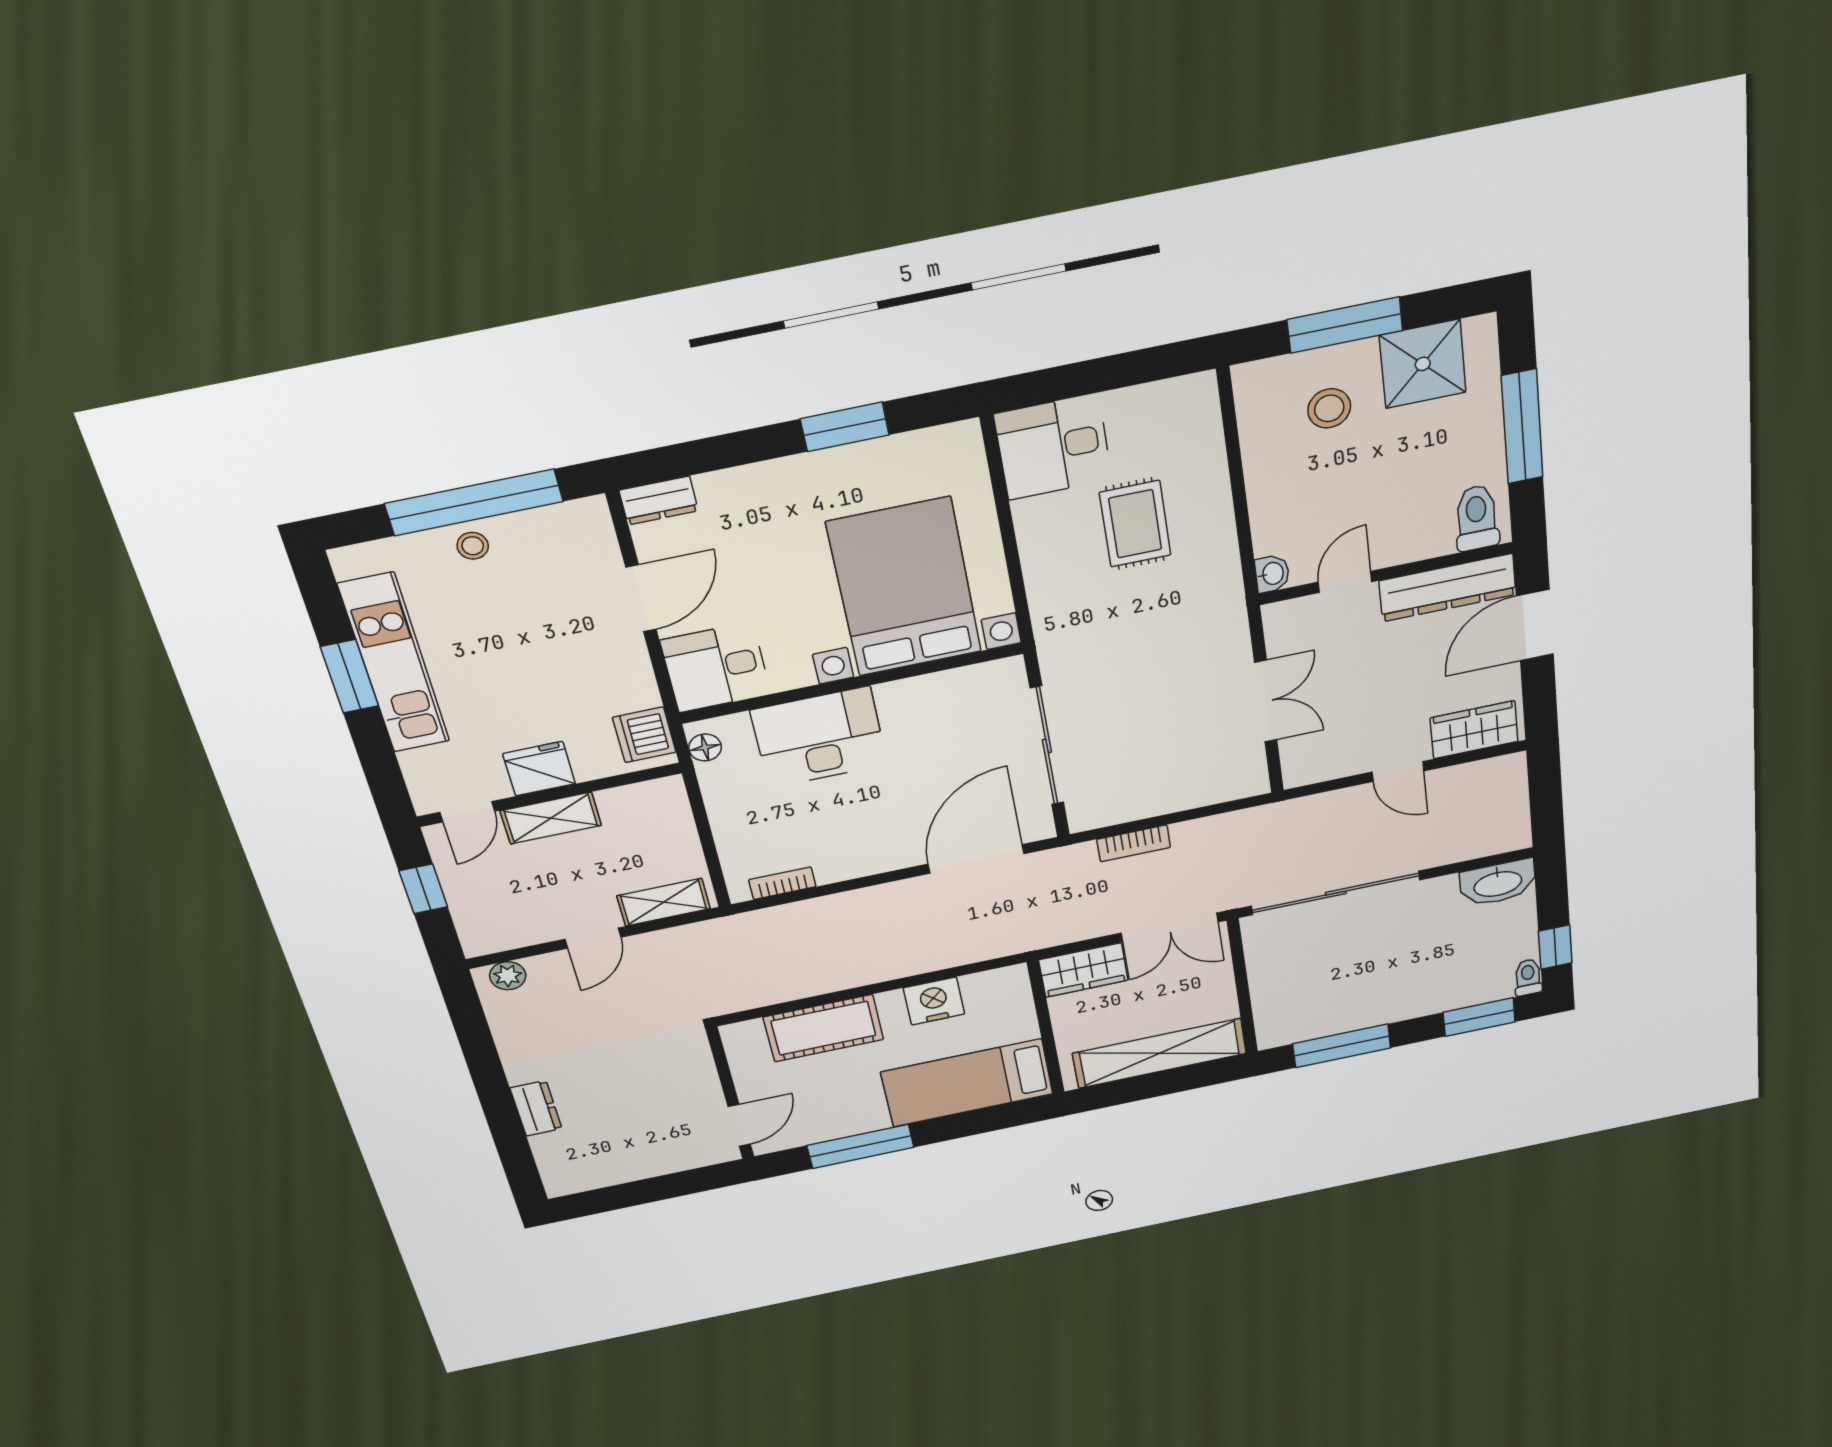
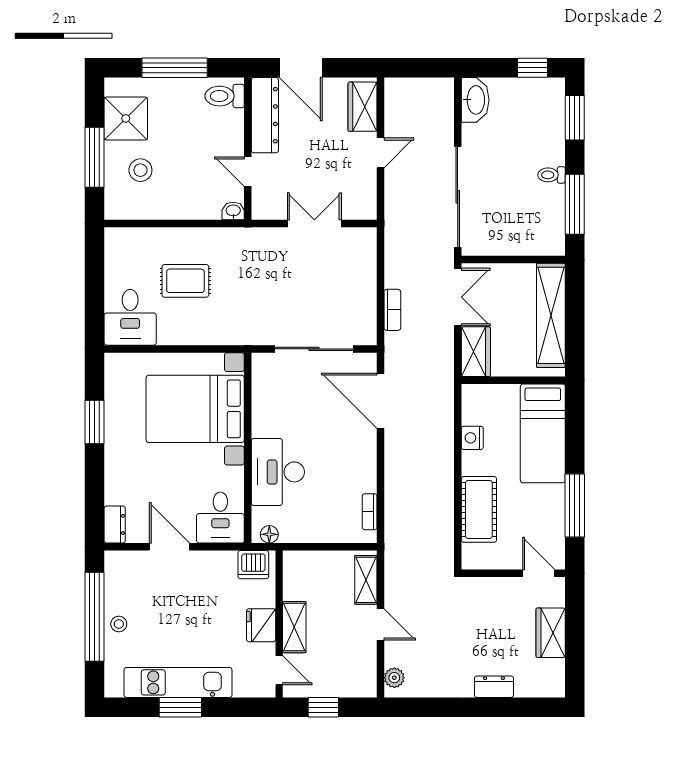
toilet: (1528, 977) -> (551, 175), moved
nightstand: (934, 1001) -> (472, 438), width x0.74, depth x0.75
wardrobe: (647, 1160) -> (551, 633), added

